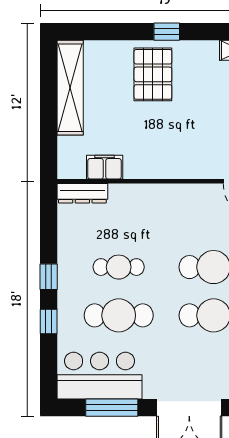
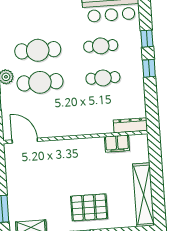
pallet: (153, 74) -> (89, 207), turned 90
cafe table: (119, 315) -> (101, 46), width x0.73, depth x0.74

